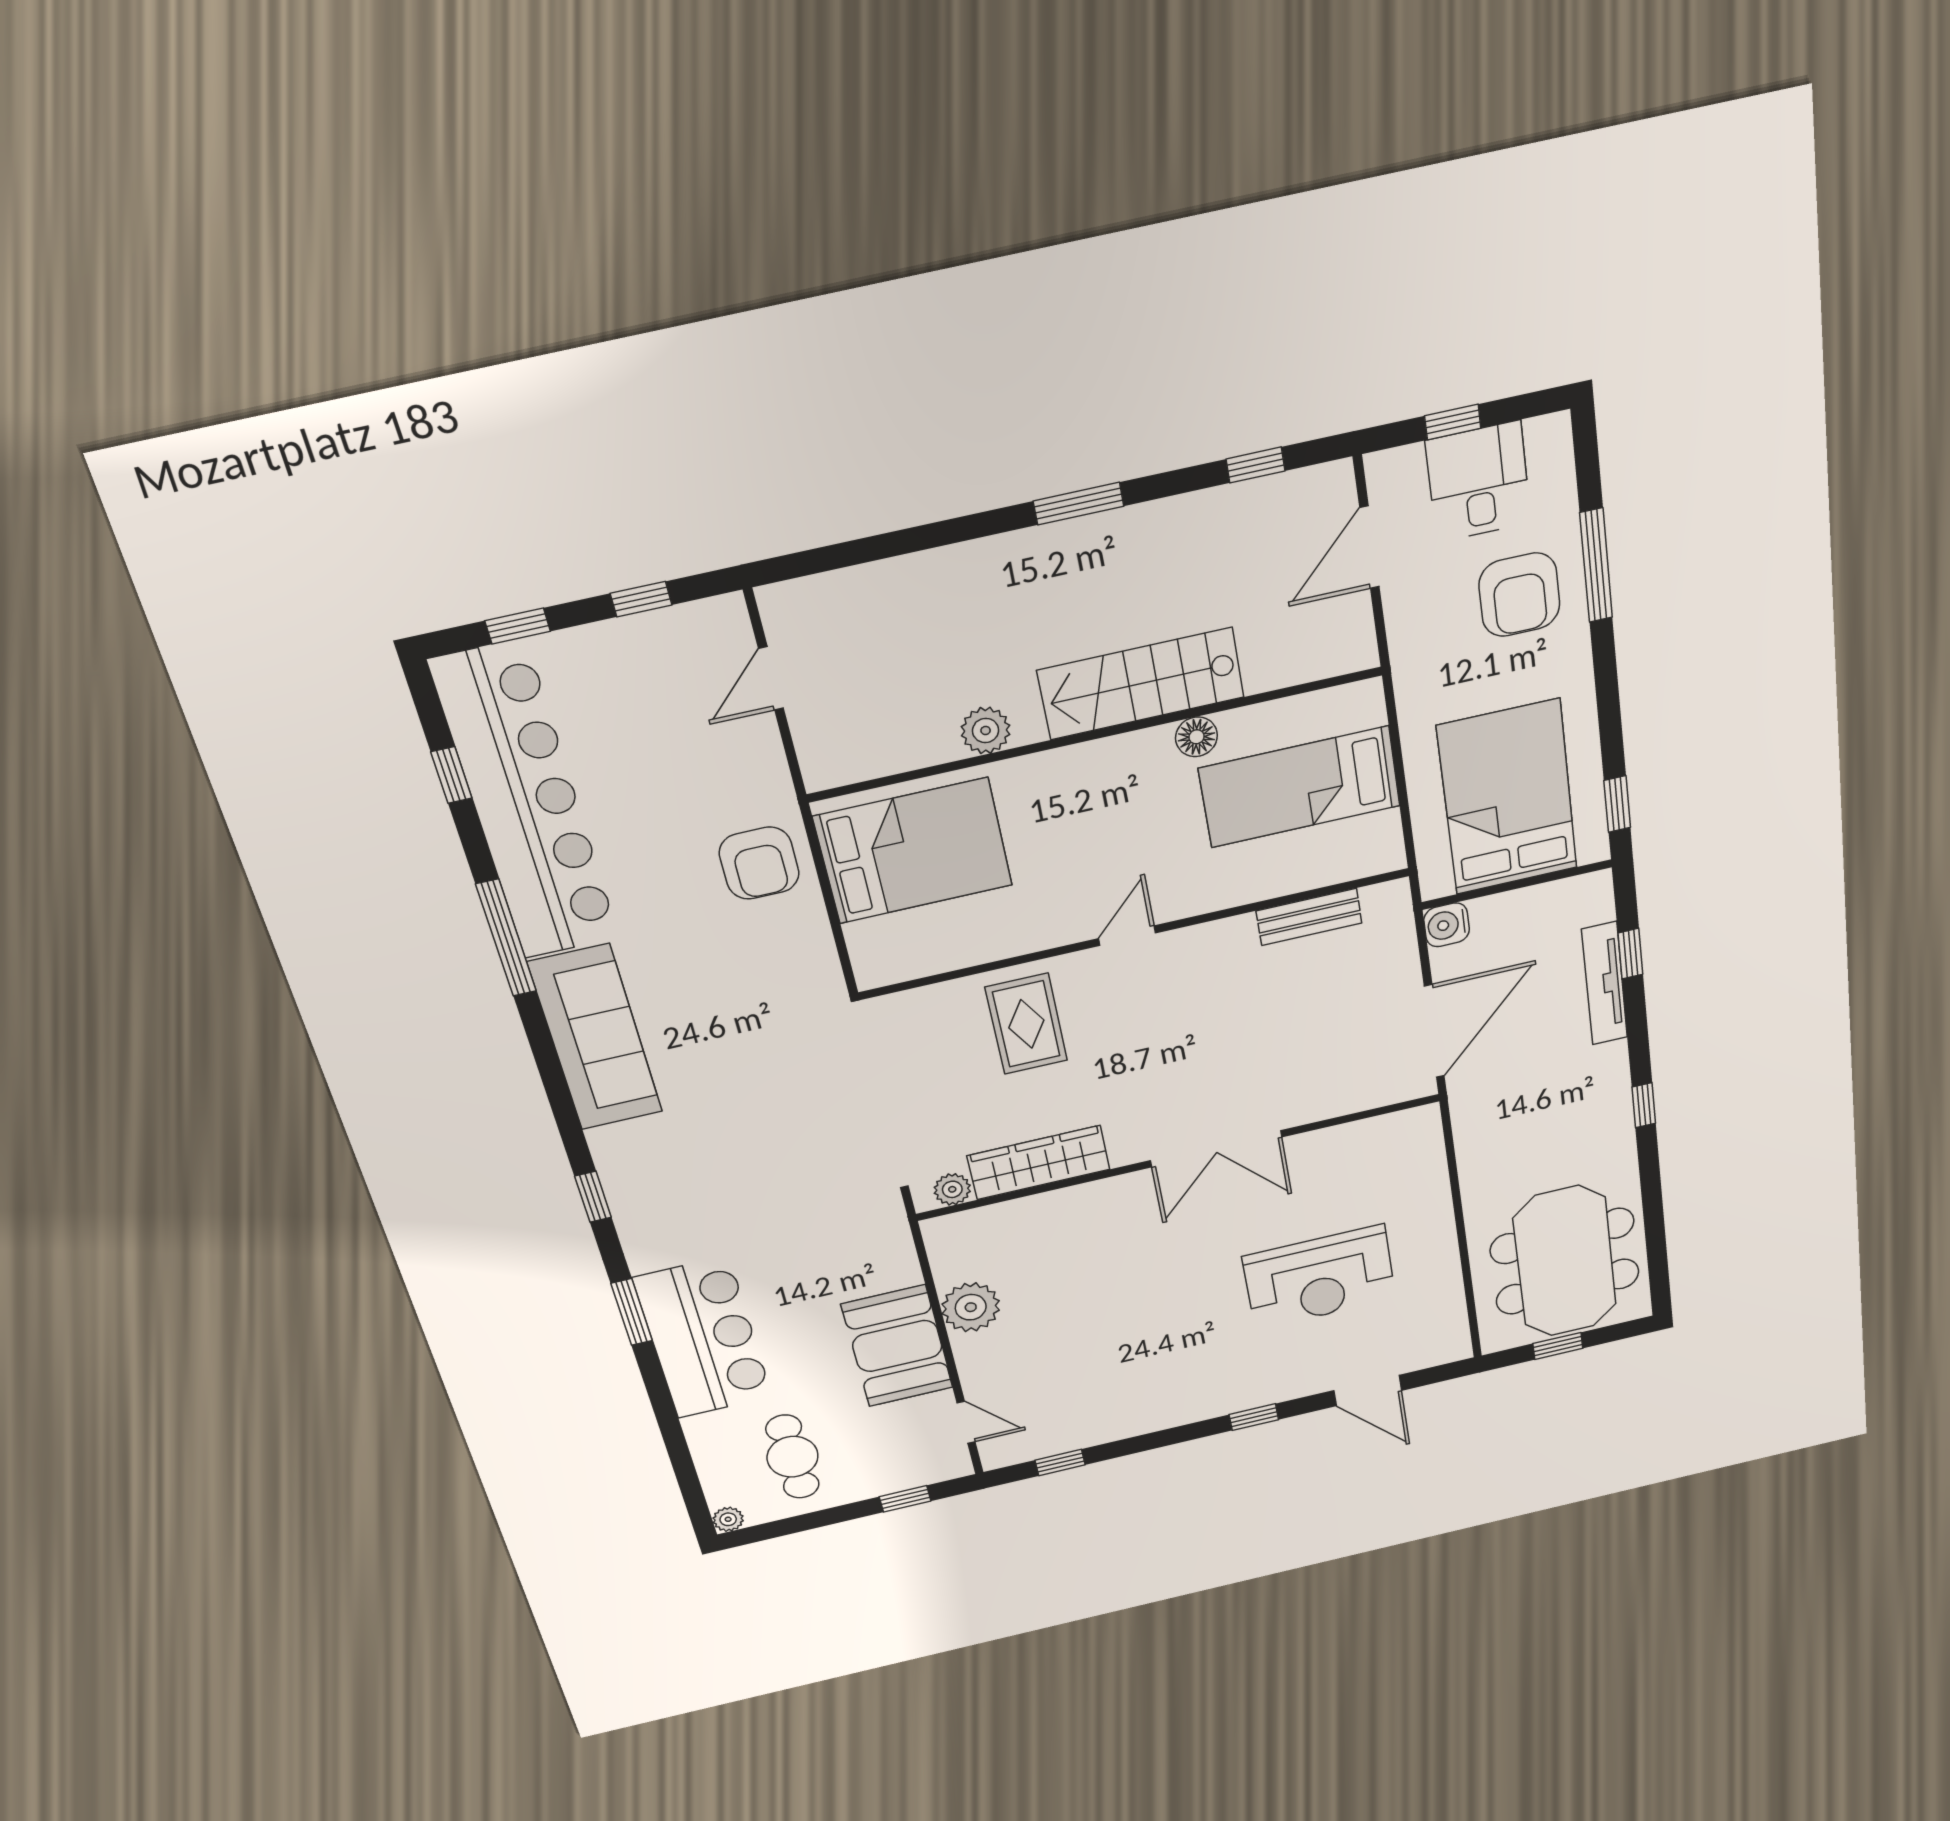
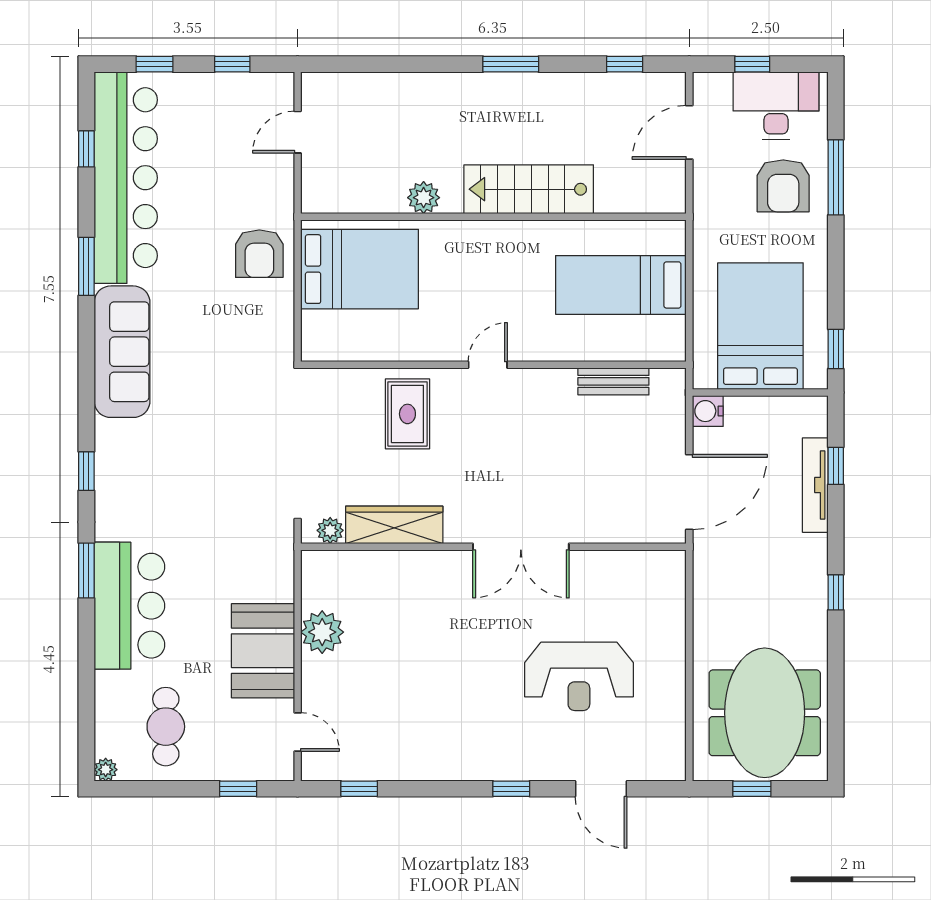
desk: (1478, 482) -> (776, 106), width x1.37
floor lamp: (1196, 737) -> (558, 234), removed
window: (506, 938) -> (86, 266), width x0.69

